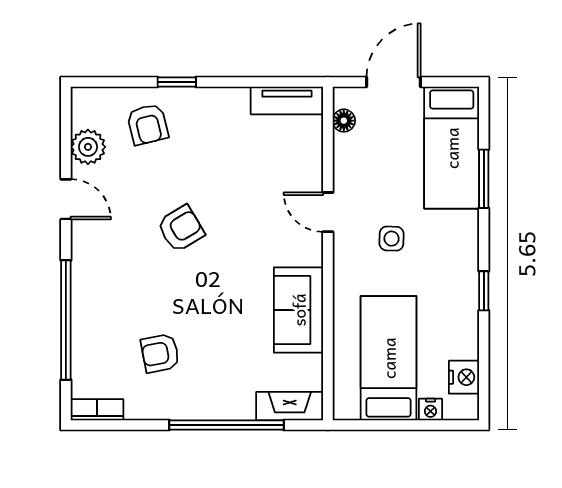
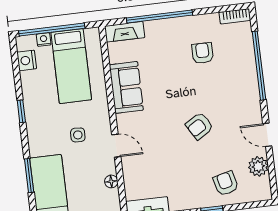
floor lamp: (344, 121) -> (111, 181), moved
armchair: (160, 353) -> (203, 53), turned -79
window: (414, 425) -> (52, 30), added

